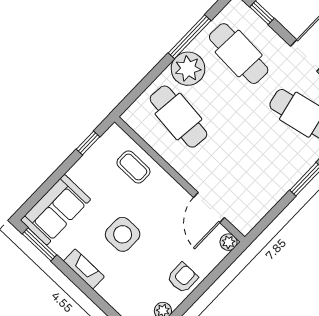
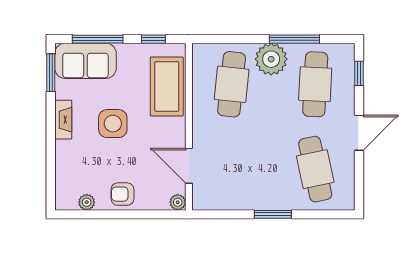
coffee table: (133, 167) -> (167, 86), width x1.86, depth x1.72
window: (48, 185) -> (98, 39), added
door: (209, 208) -> (189, 166), hinge flipped
armchair: (183, 278) -> (122, 194), turned 180

